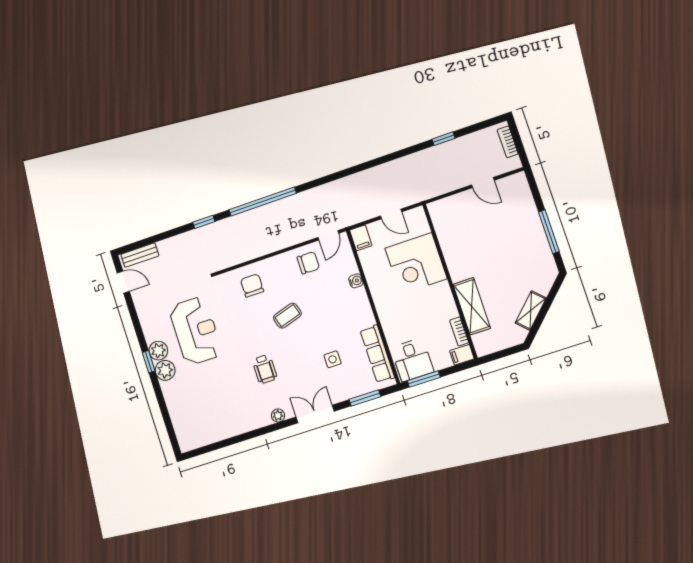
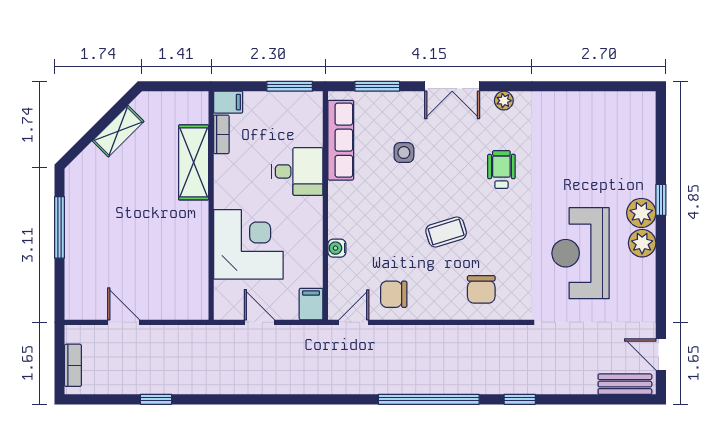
desk: (412, 360) -> (297, 171), moved, turned 90
window: (149, 362) -> (661, 200), moved

